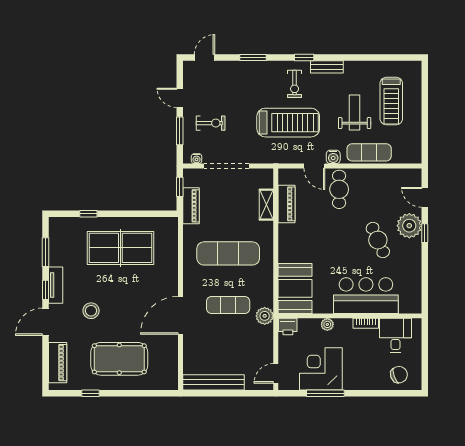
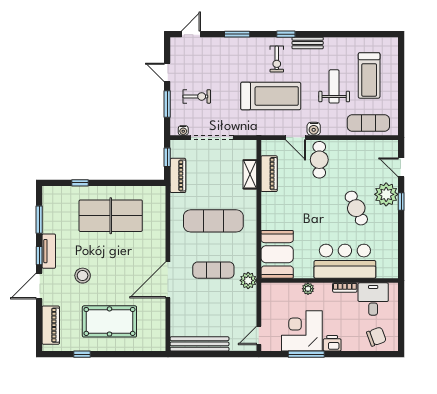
exercise mat: (369, 152) -> (368, 123), moved
printer: (288, 327) -> (332, 343), moved, turned 180

